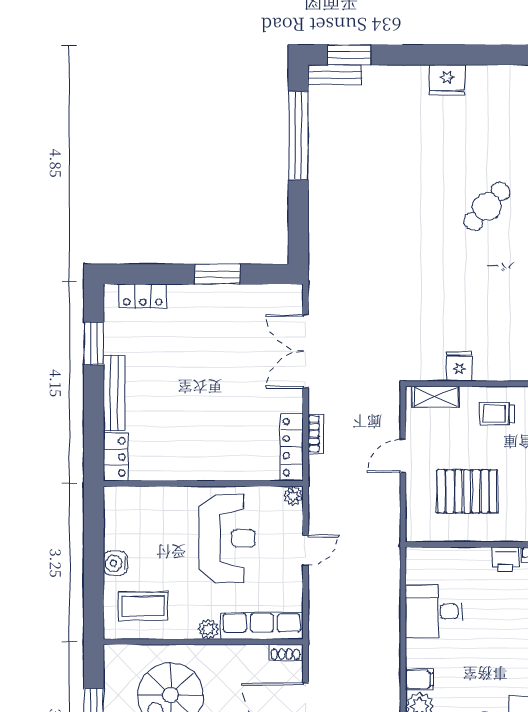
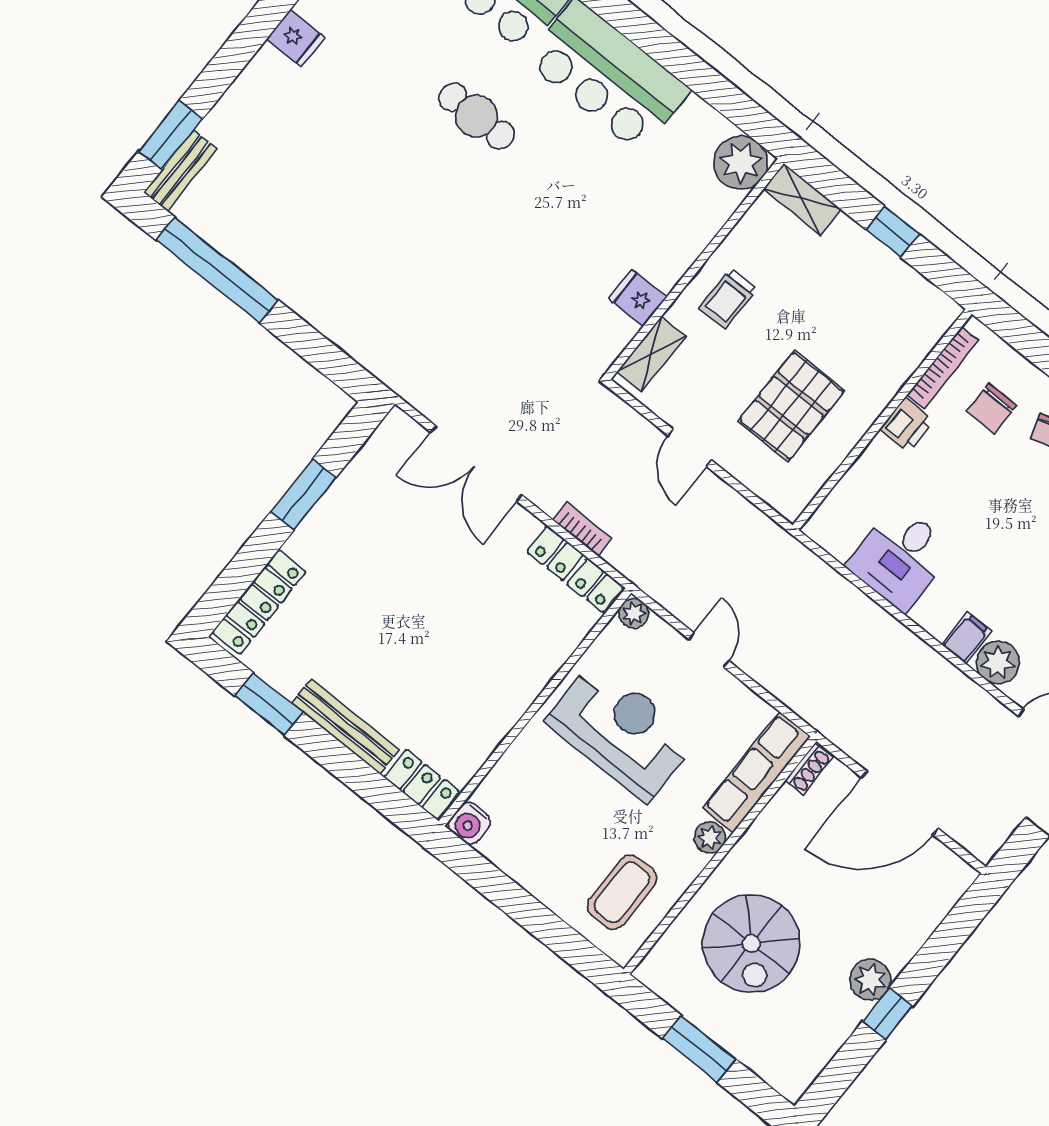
fridge: (447, 80) -> (296, 38), width x0.72
cafe table: (487, 206) -> (477, 116), turned -42
locker: (143, 296) -> (259, 602), width x1.53
water cooler: (115, 563) -> (469, 823), moved

